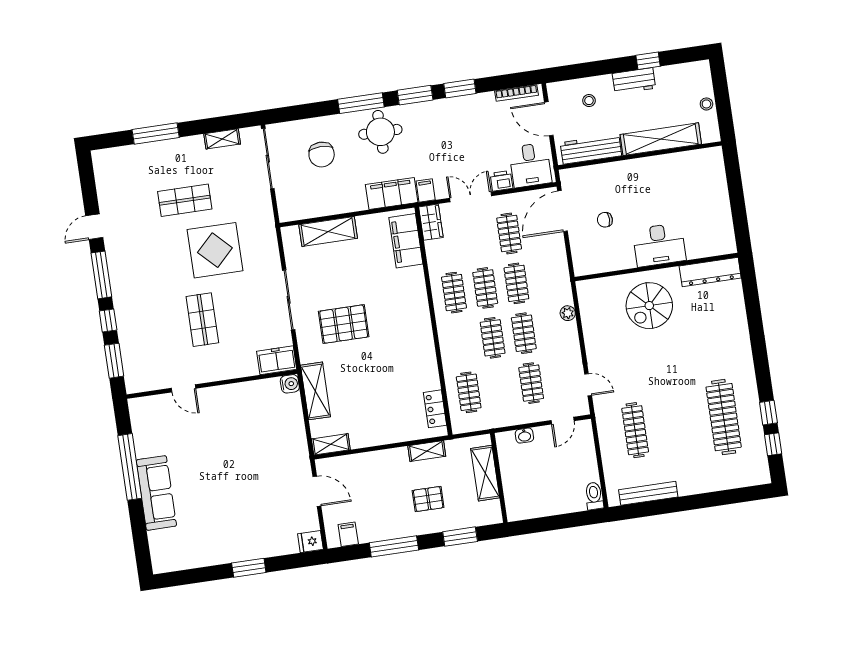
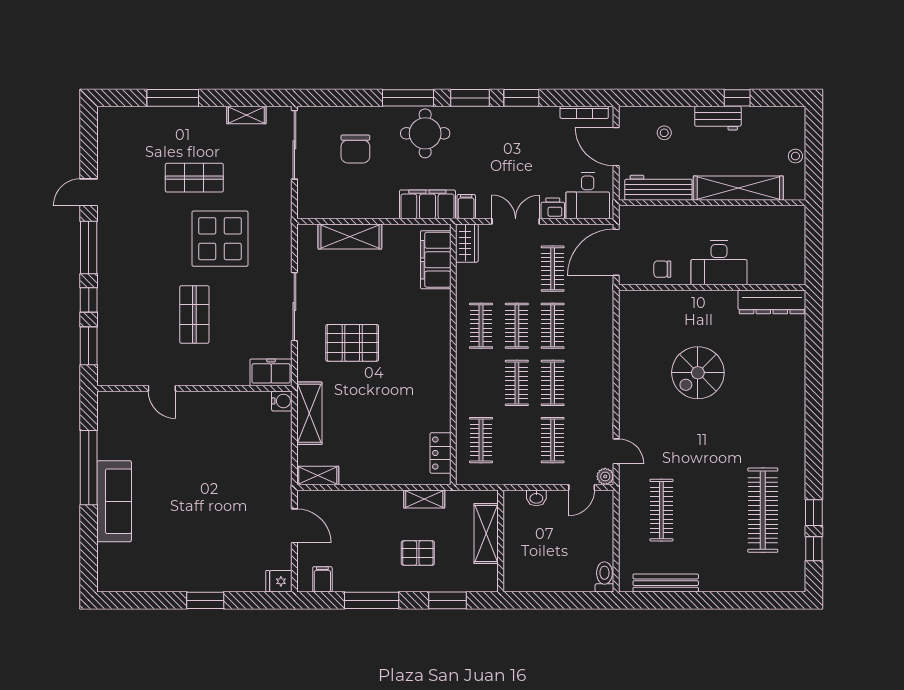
desk: (659, 245) -> (719, 263), moved
wall: (656, 267) -> (712, 287), moved
dresser: (710, 272) -> (772, 302), moved
plant: (568, 313) -> (605, 476), moved

